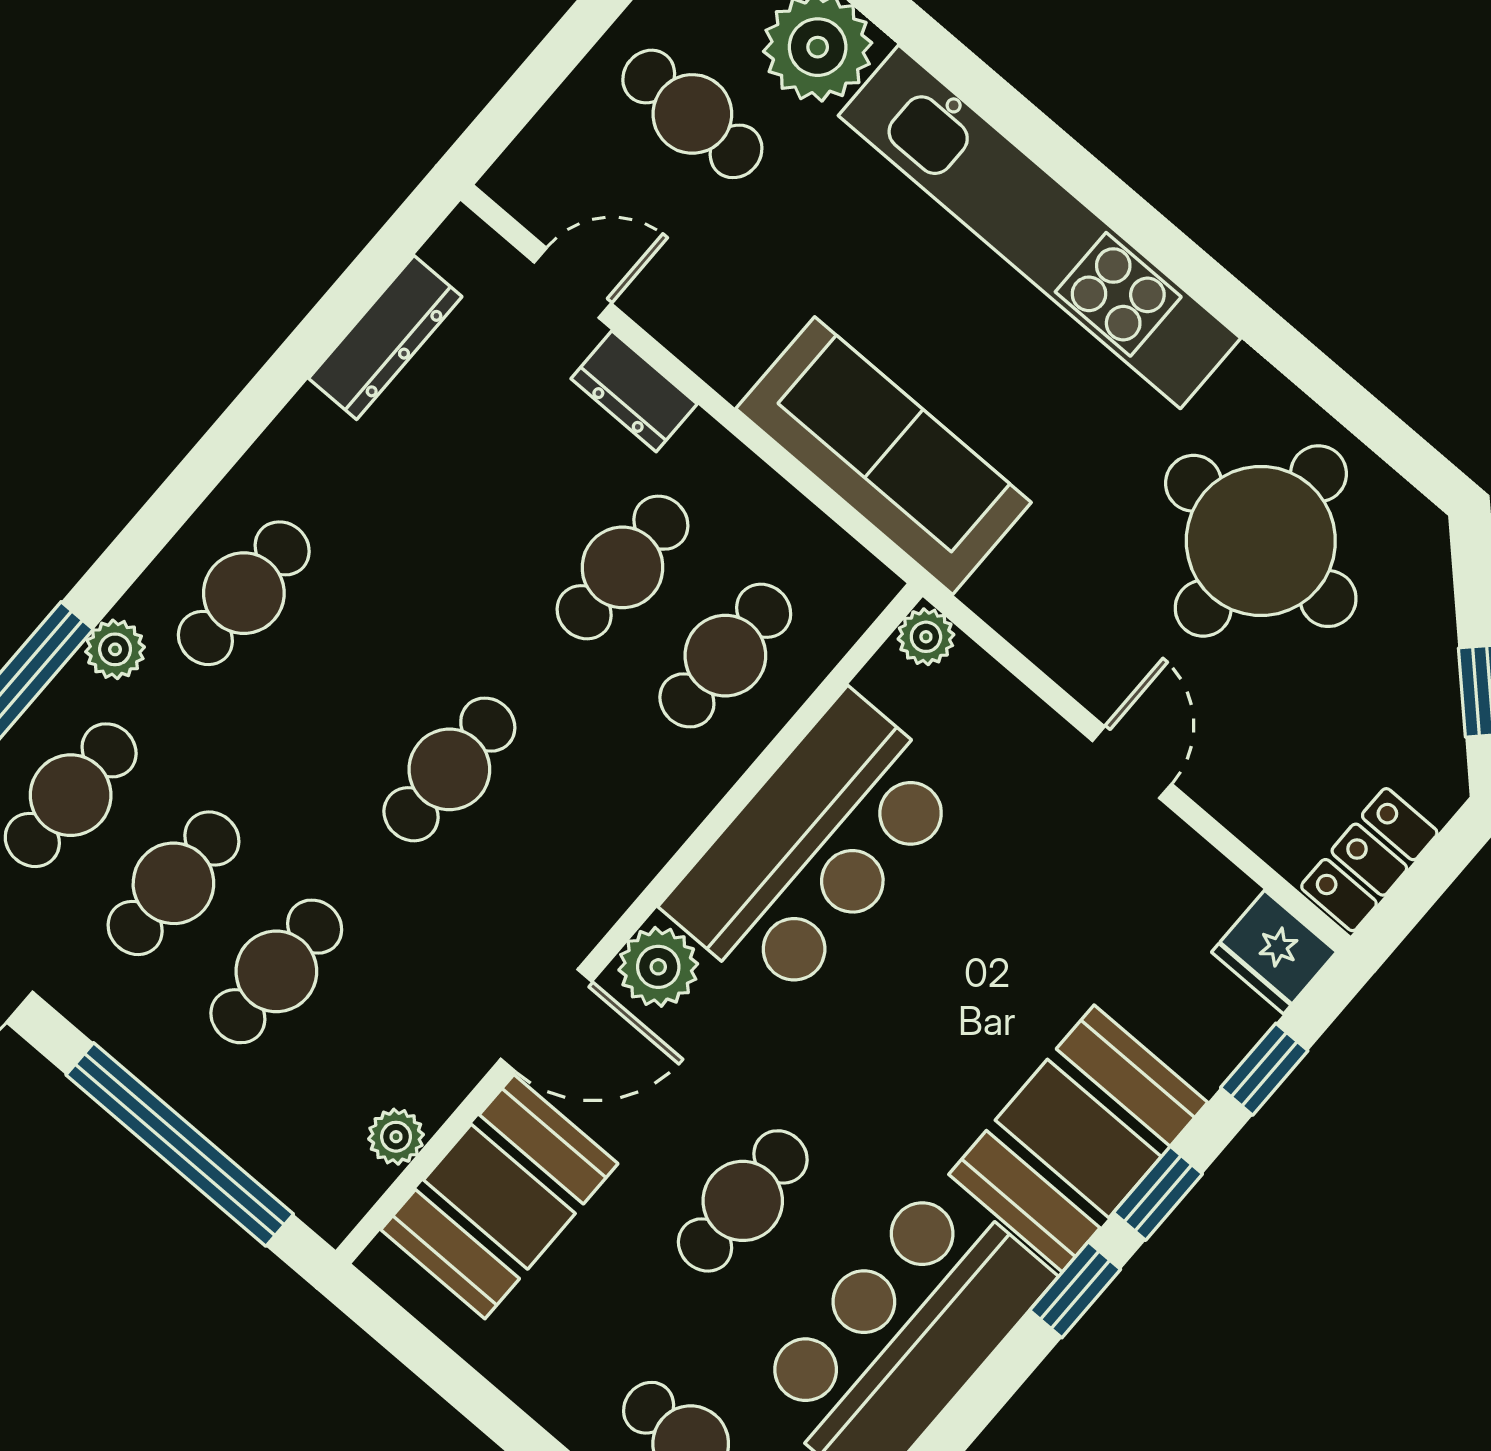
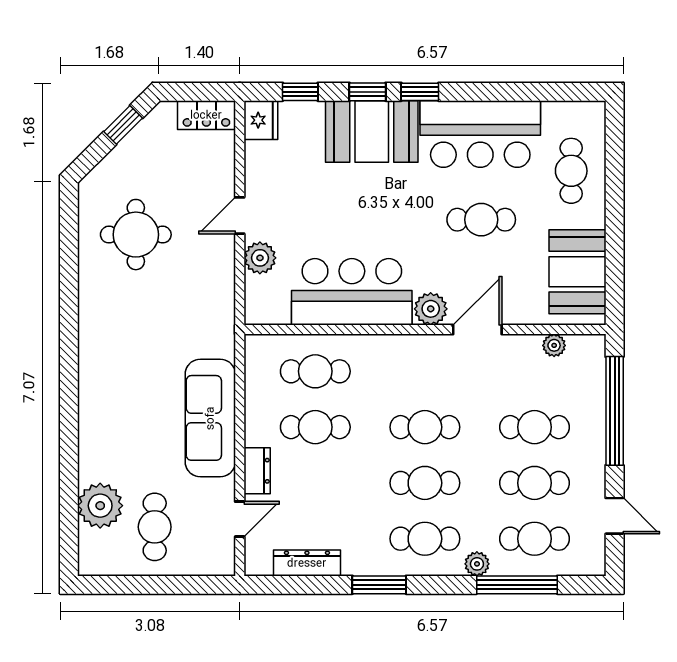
kitchen unit: (1040, 227) -> (97, 388), removed
door: (573, 283) -> (240, 519), swing flipped
window: (231, 436) -> (379, 585), added
sofa: (884, 456) -> (210, 418), moved
round table: (1261, 541) -> (136, 235), width x0.73, depth x0.73
plant: (926, 637) -> (260, 258), moved, width x1.38, depth x1.38
cafe table: (347, 681) -> (425, 483), added
door: (546, 1020) -> (477, 330), hinge flipped
booth: (499, 1197) -> (577, 272), moved, turned 90

